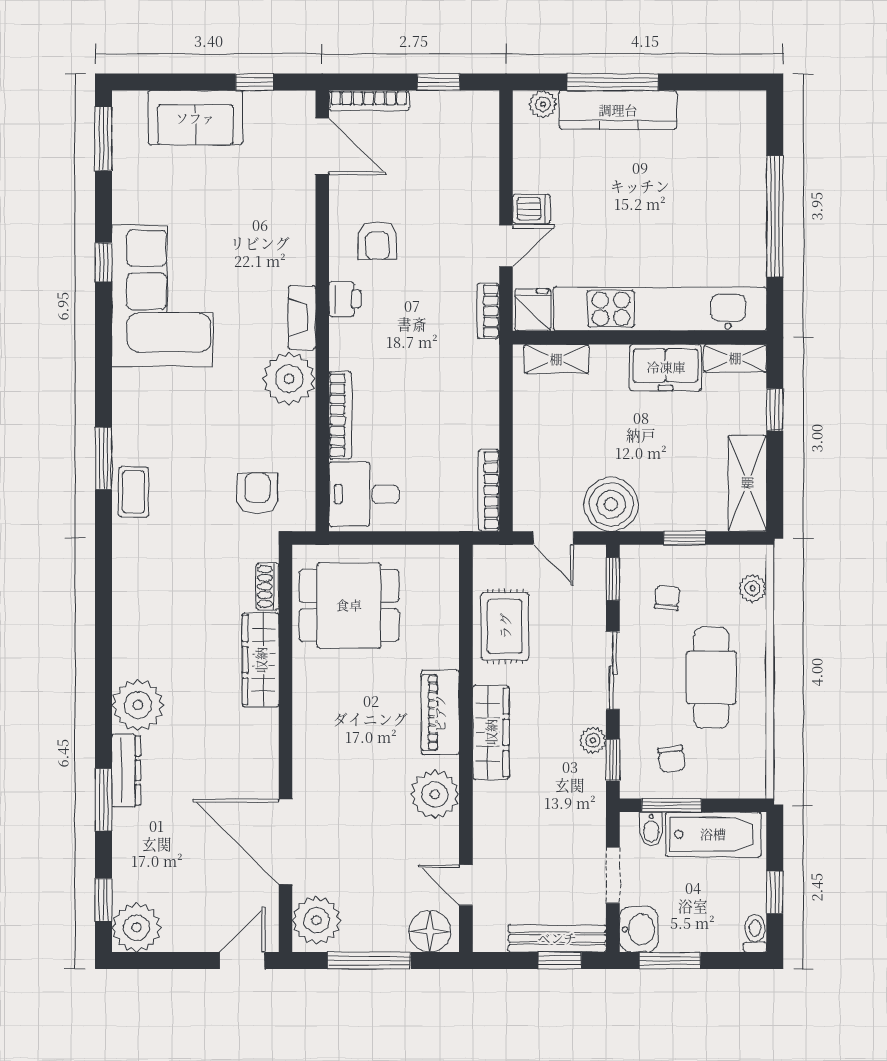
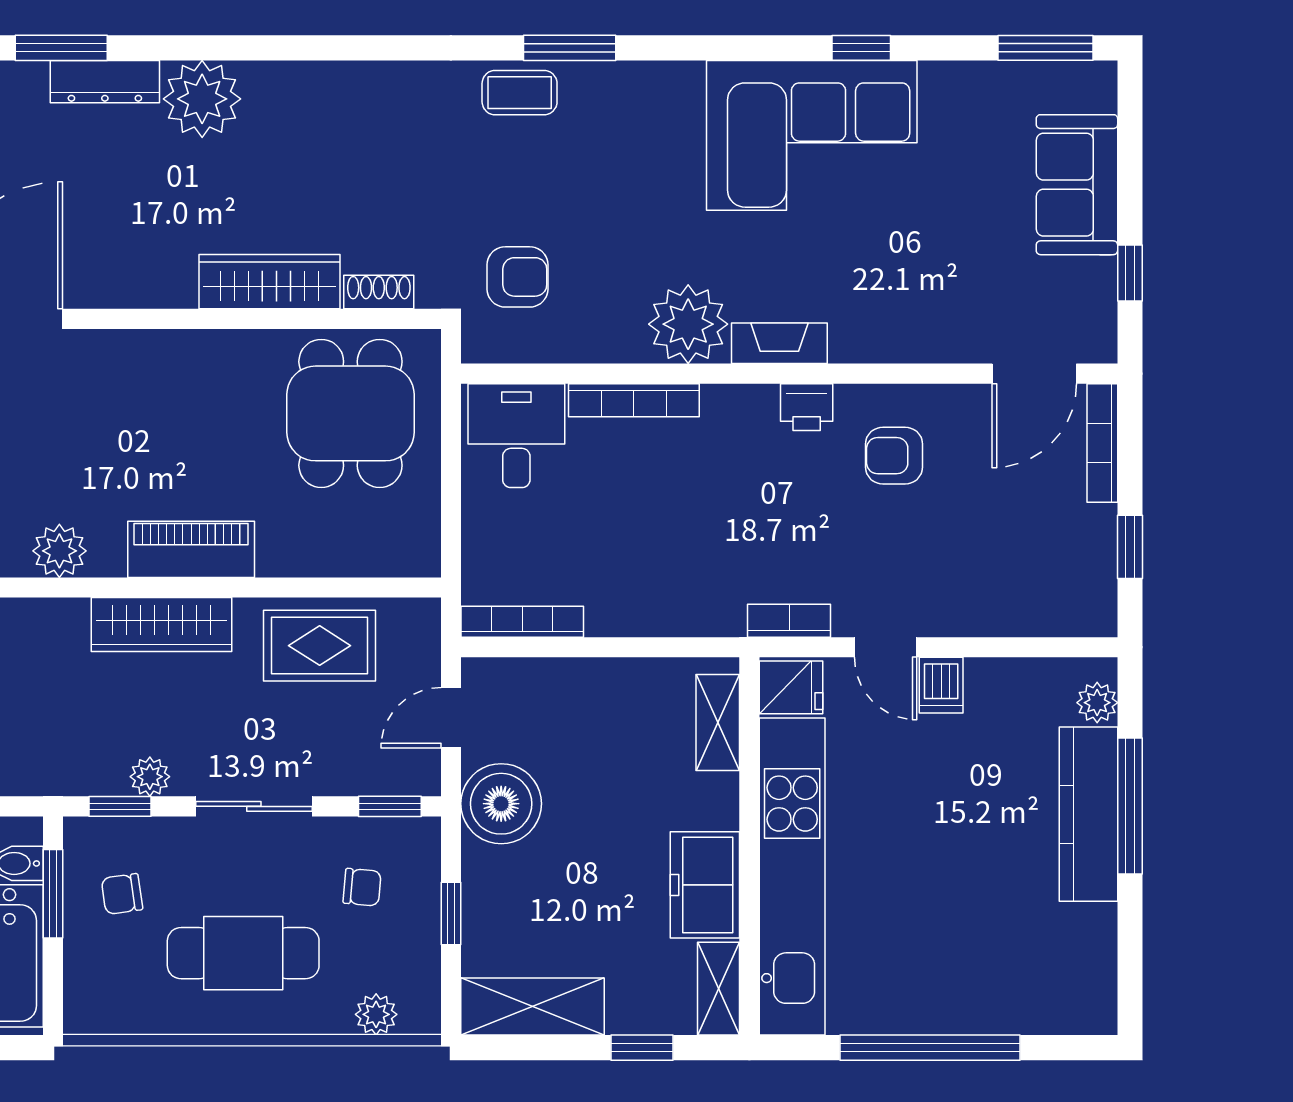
plant: (435, 794) -> (59, 551), width x0.73, depth x0.73

